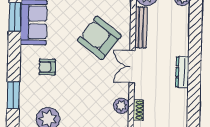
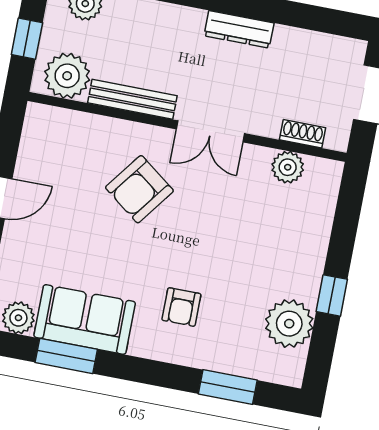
armchair: (99, 38) -> (139, 189), width x0.73, depth x0.73

